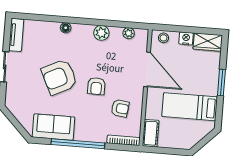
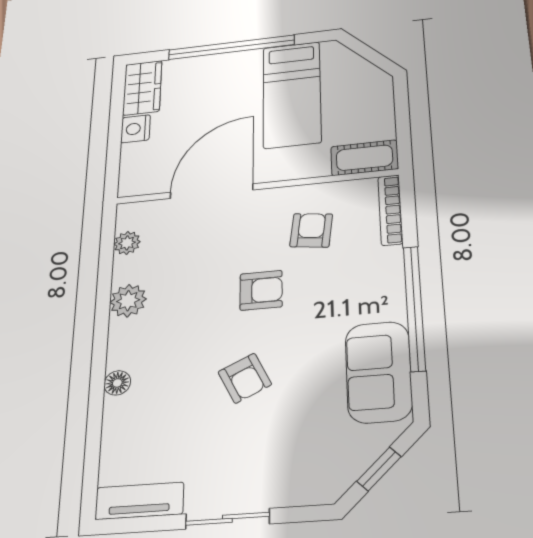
stool: (163, 38) -> (136, 172), removed
armchair: (59, 77) -> (245, 378), width x0.53, depth x0.53
window: (221, 83) -> (231, 47), width x2.11
window: (15, 123) -> (379, 469), added

